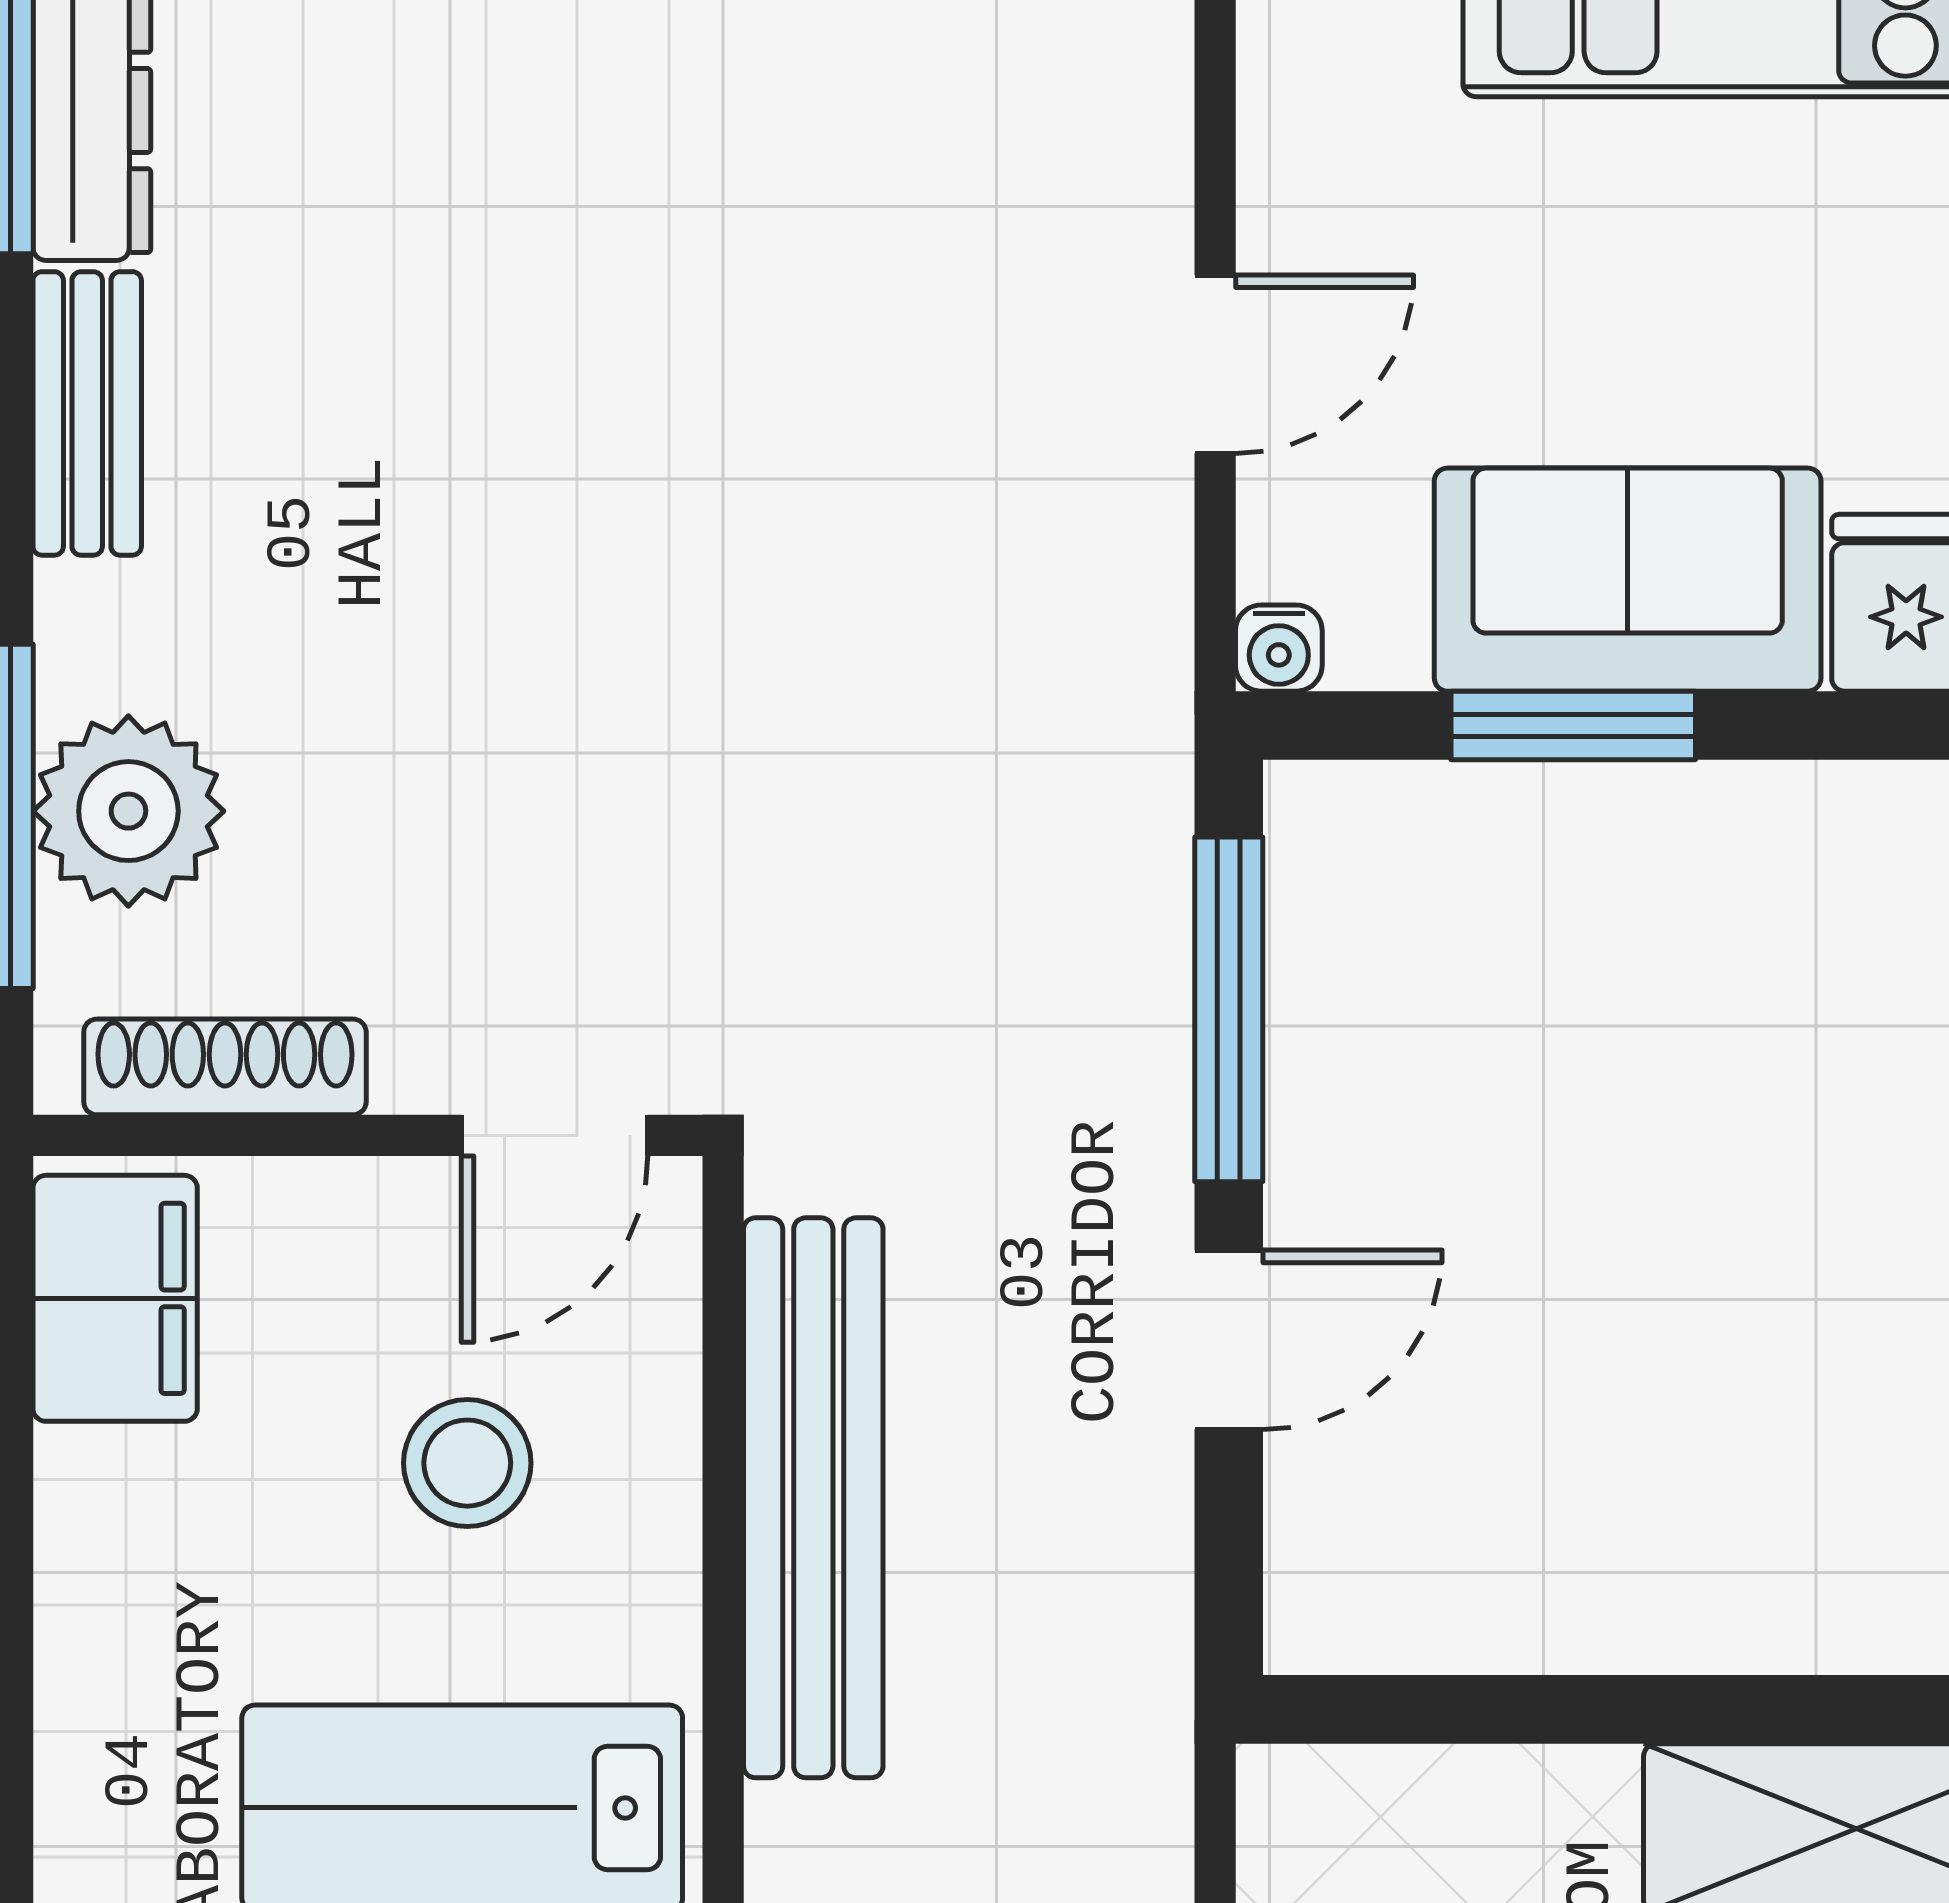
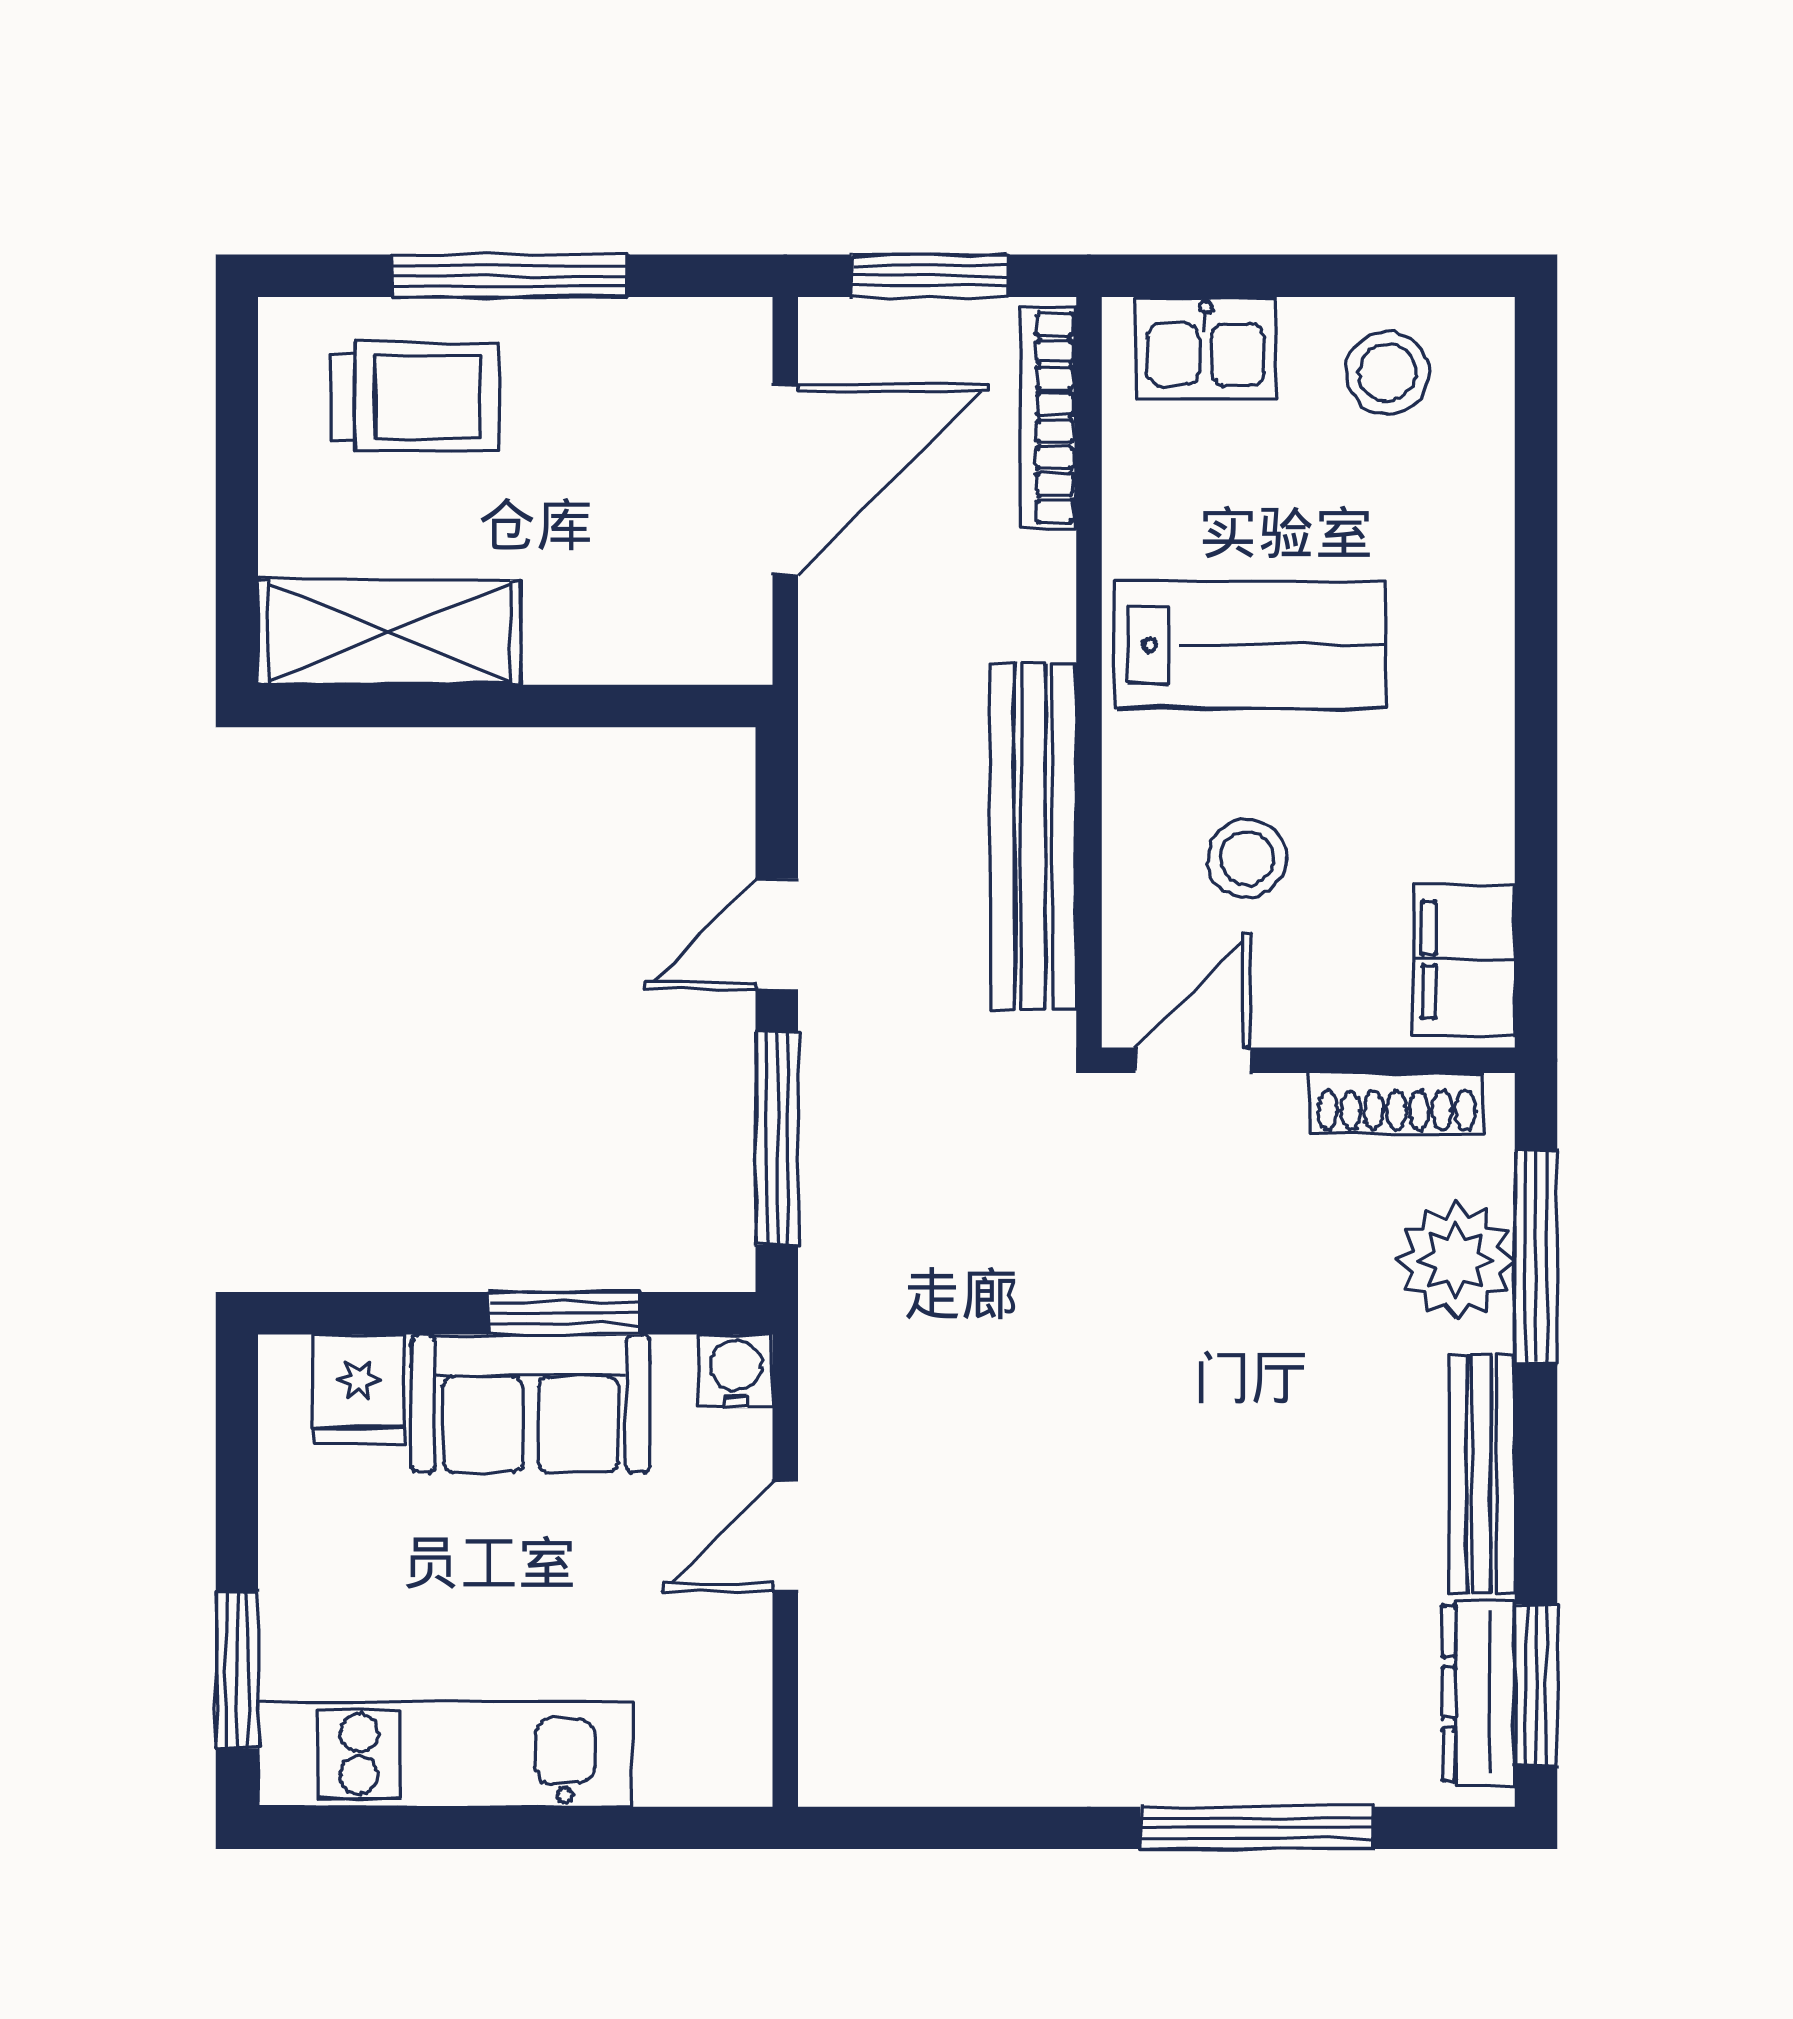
bench: (87, 413) -> (1481, 1474), width x1.36
water cooler: (1279, 648) -> (736, 1371), width x1.38, depth x1.38

